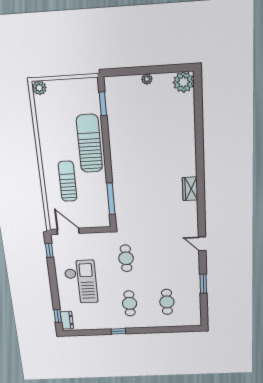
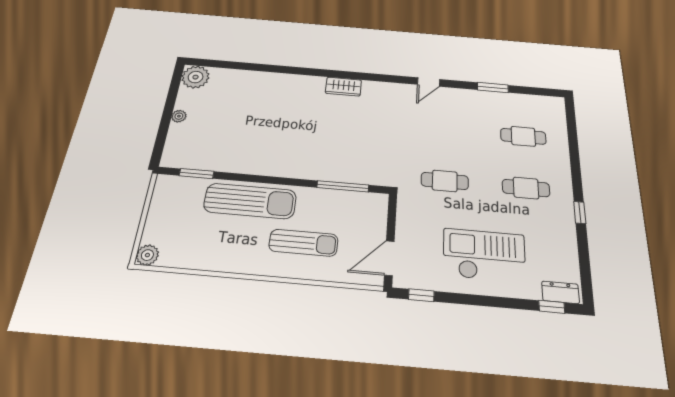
sun lounger: (89, 143) -> (250, 201), turned 180
sun lounger: (68, 181) -> (303, 243), turned 180

